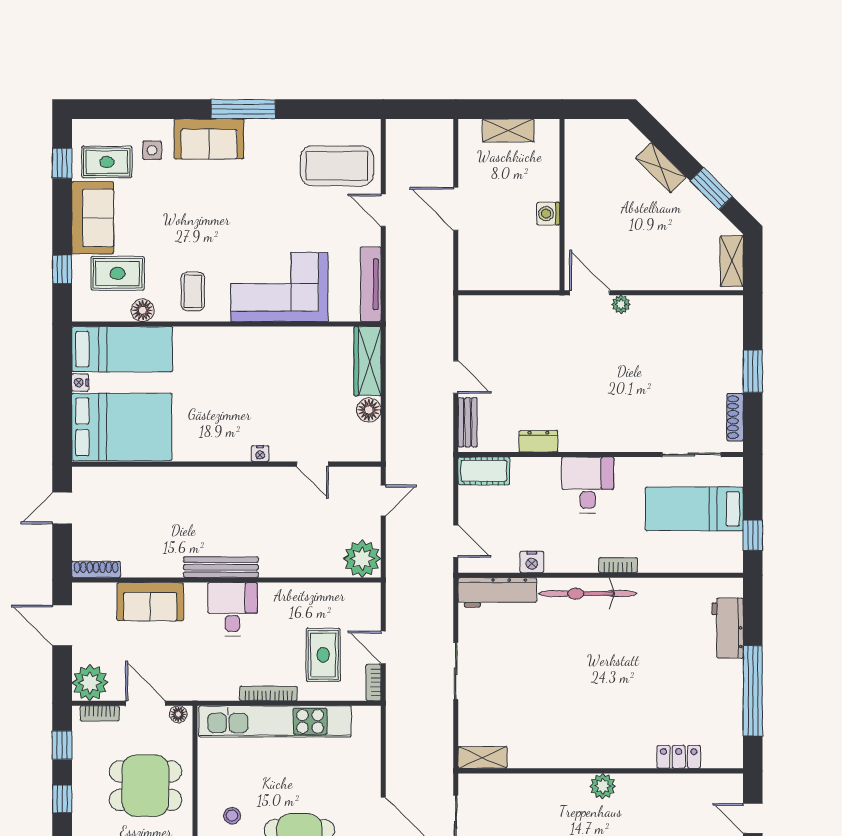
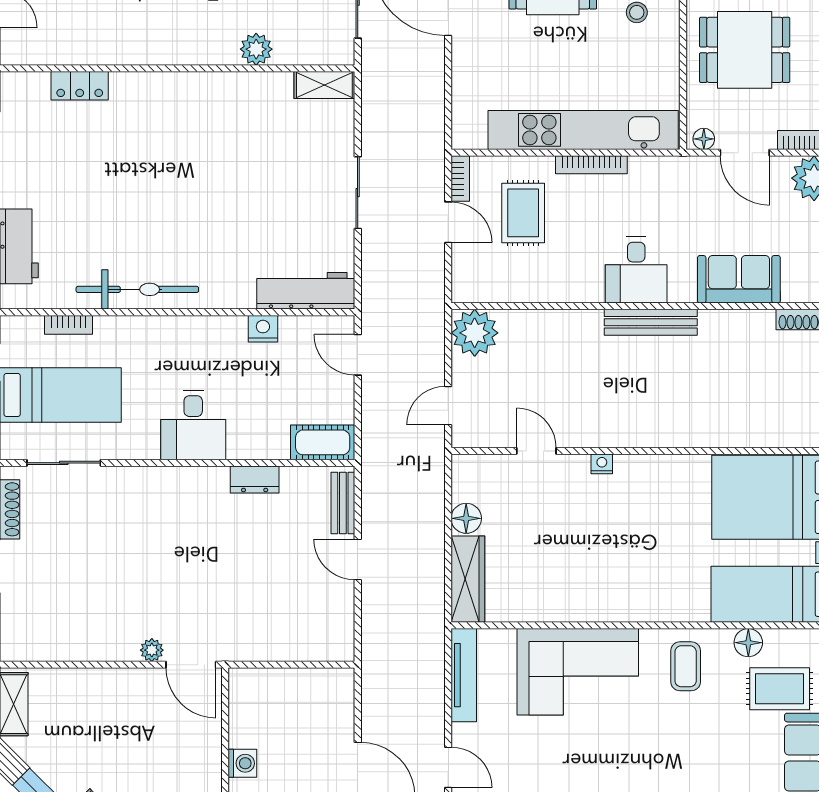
bookcase: (618, 565) -> (69, 325), moved
bicycle: (588, 594) -> (137, 289), moved
plant: (603, 786) -> (256, 49), moved

